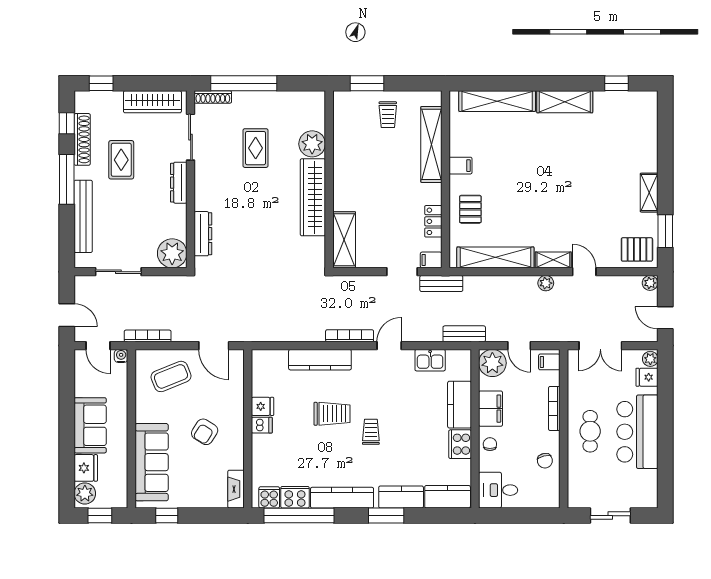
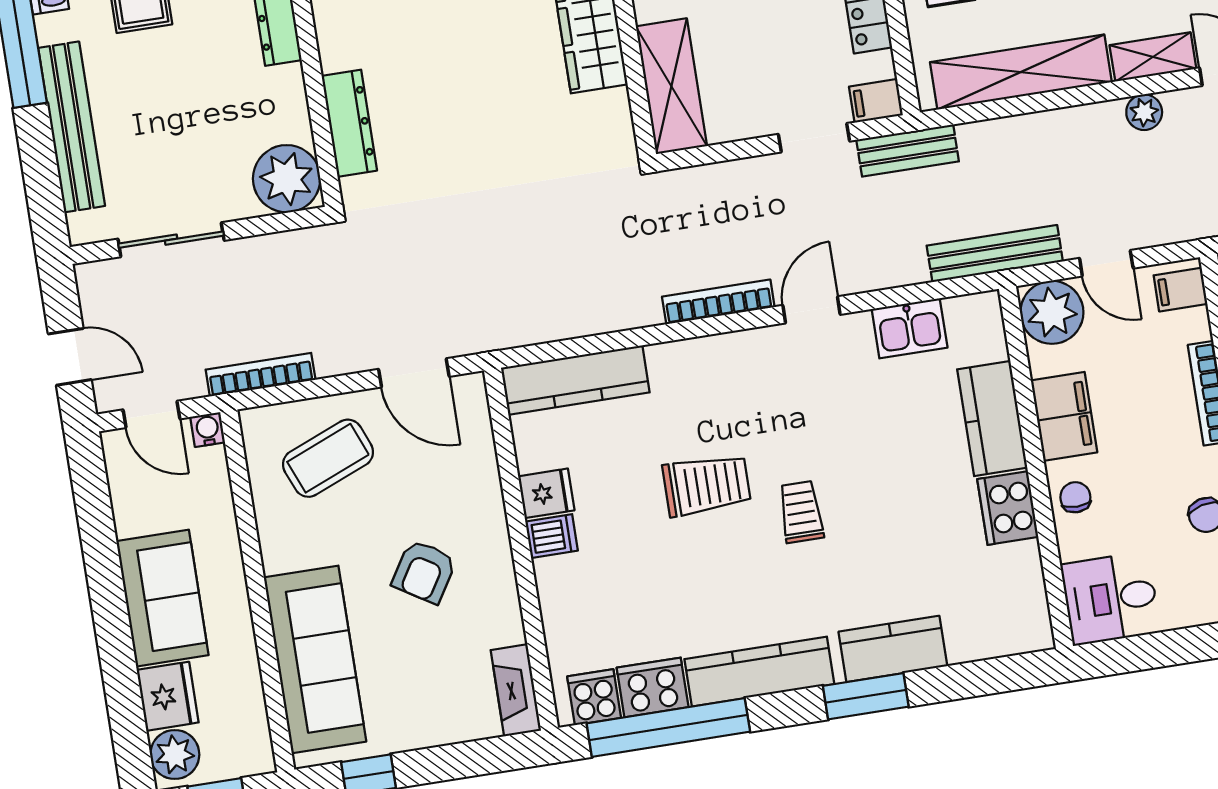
bench: (464, 334) -> (995, 254), width x1.36
kitchen counter: (320, 360) -> (575, 380), moved
kitchen counter: (448, 497) -> (998, 632), removed

